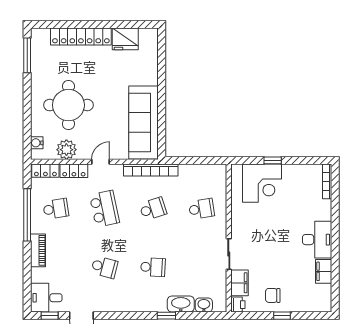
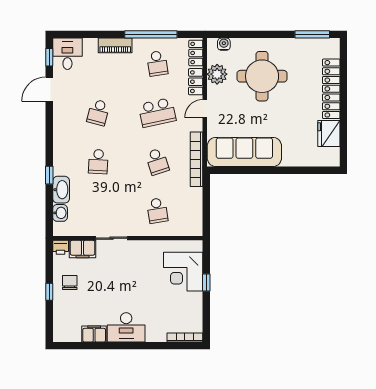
door: (100, 162) -> (205, 109), swing flipped

